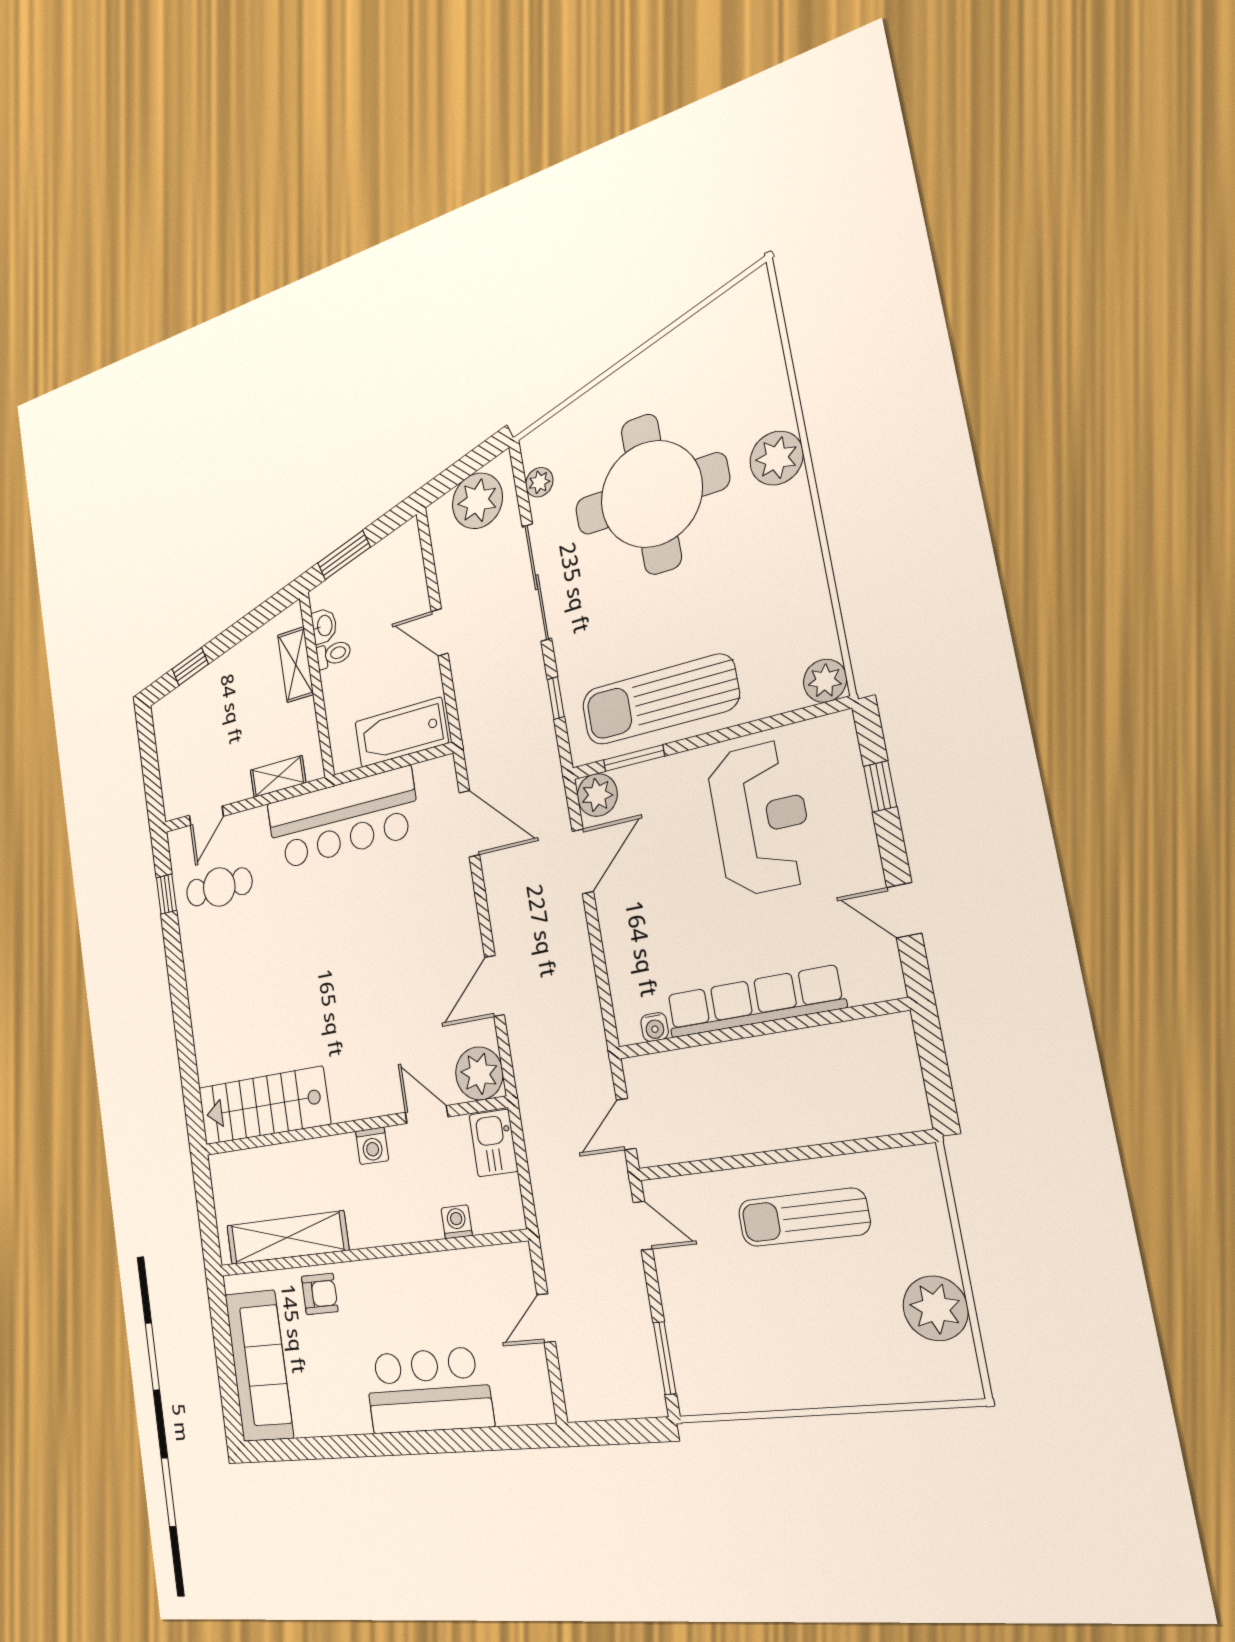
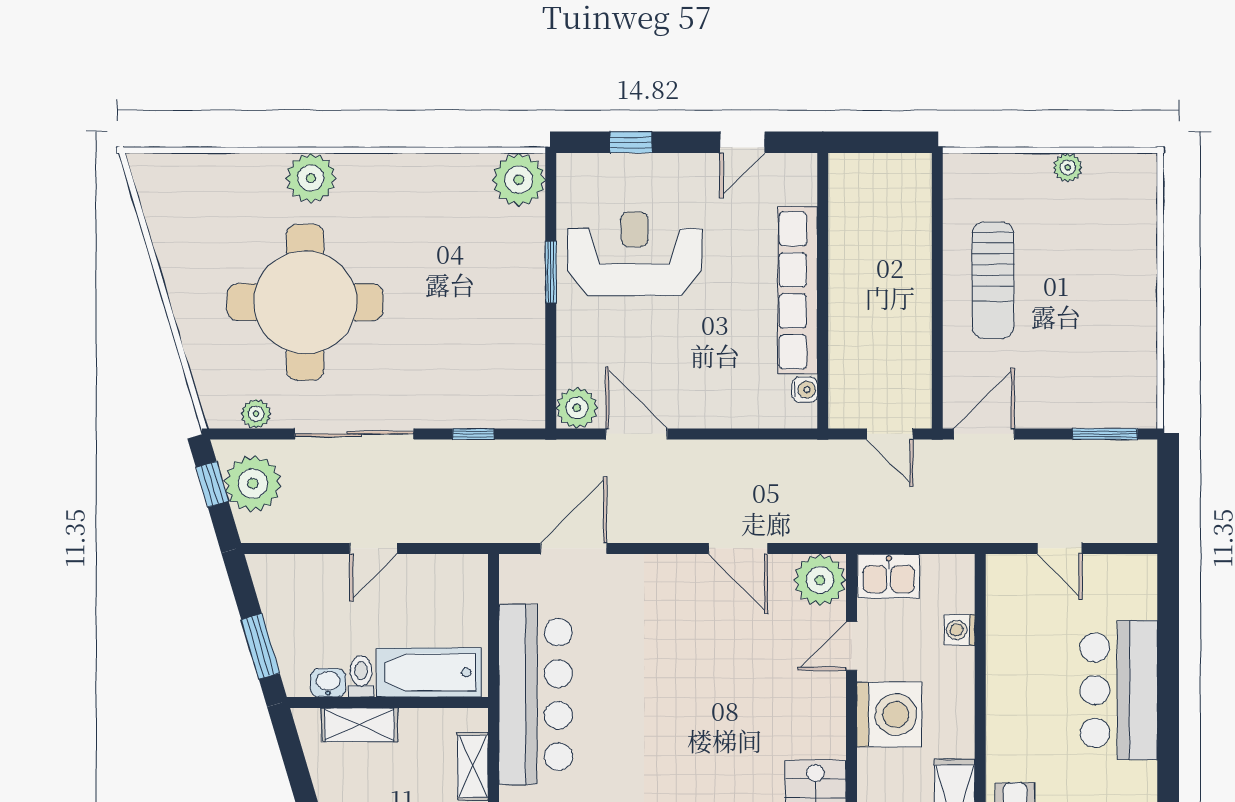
window: (471, 463) -> (212, 484), added
plant: (825, 681) -> (519, 180), width x1.36, depth x1.36
sun lounger: (660, 700) -> (502, 329), removed
bathtub: (401, 732) -> (429, 672), moved, turned 90
window: (634, 758) -> (551, 272), moved
washing machine: (372, 1146) -> (889, 714), width x1.89, depth x1.89
door: (643, 1226) -> (984, 434), width x1.37
plant: (935, 1308) -> (1068, 167), width x0.53, depth x0.53

